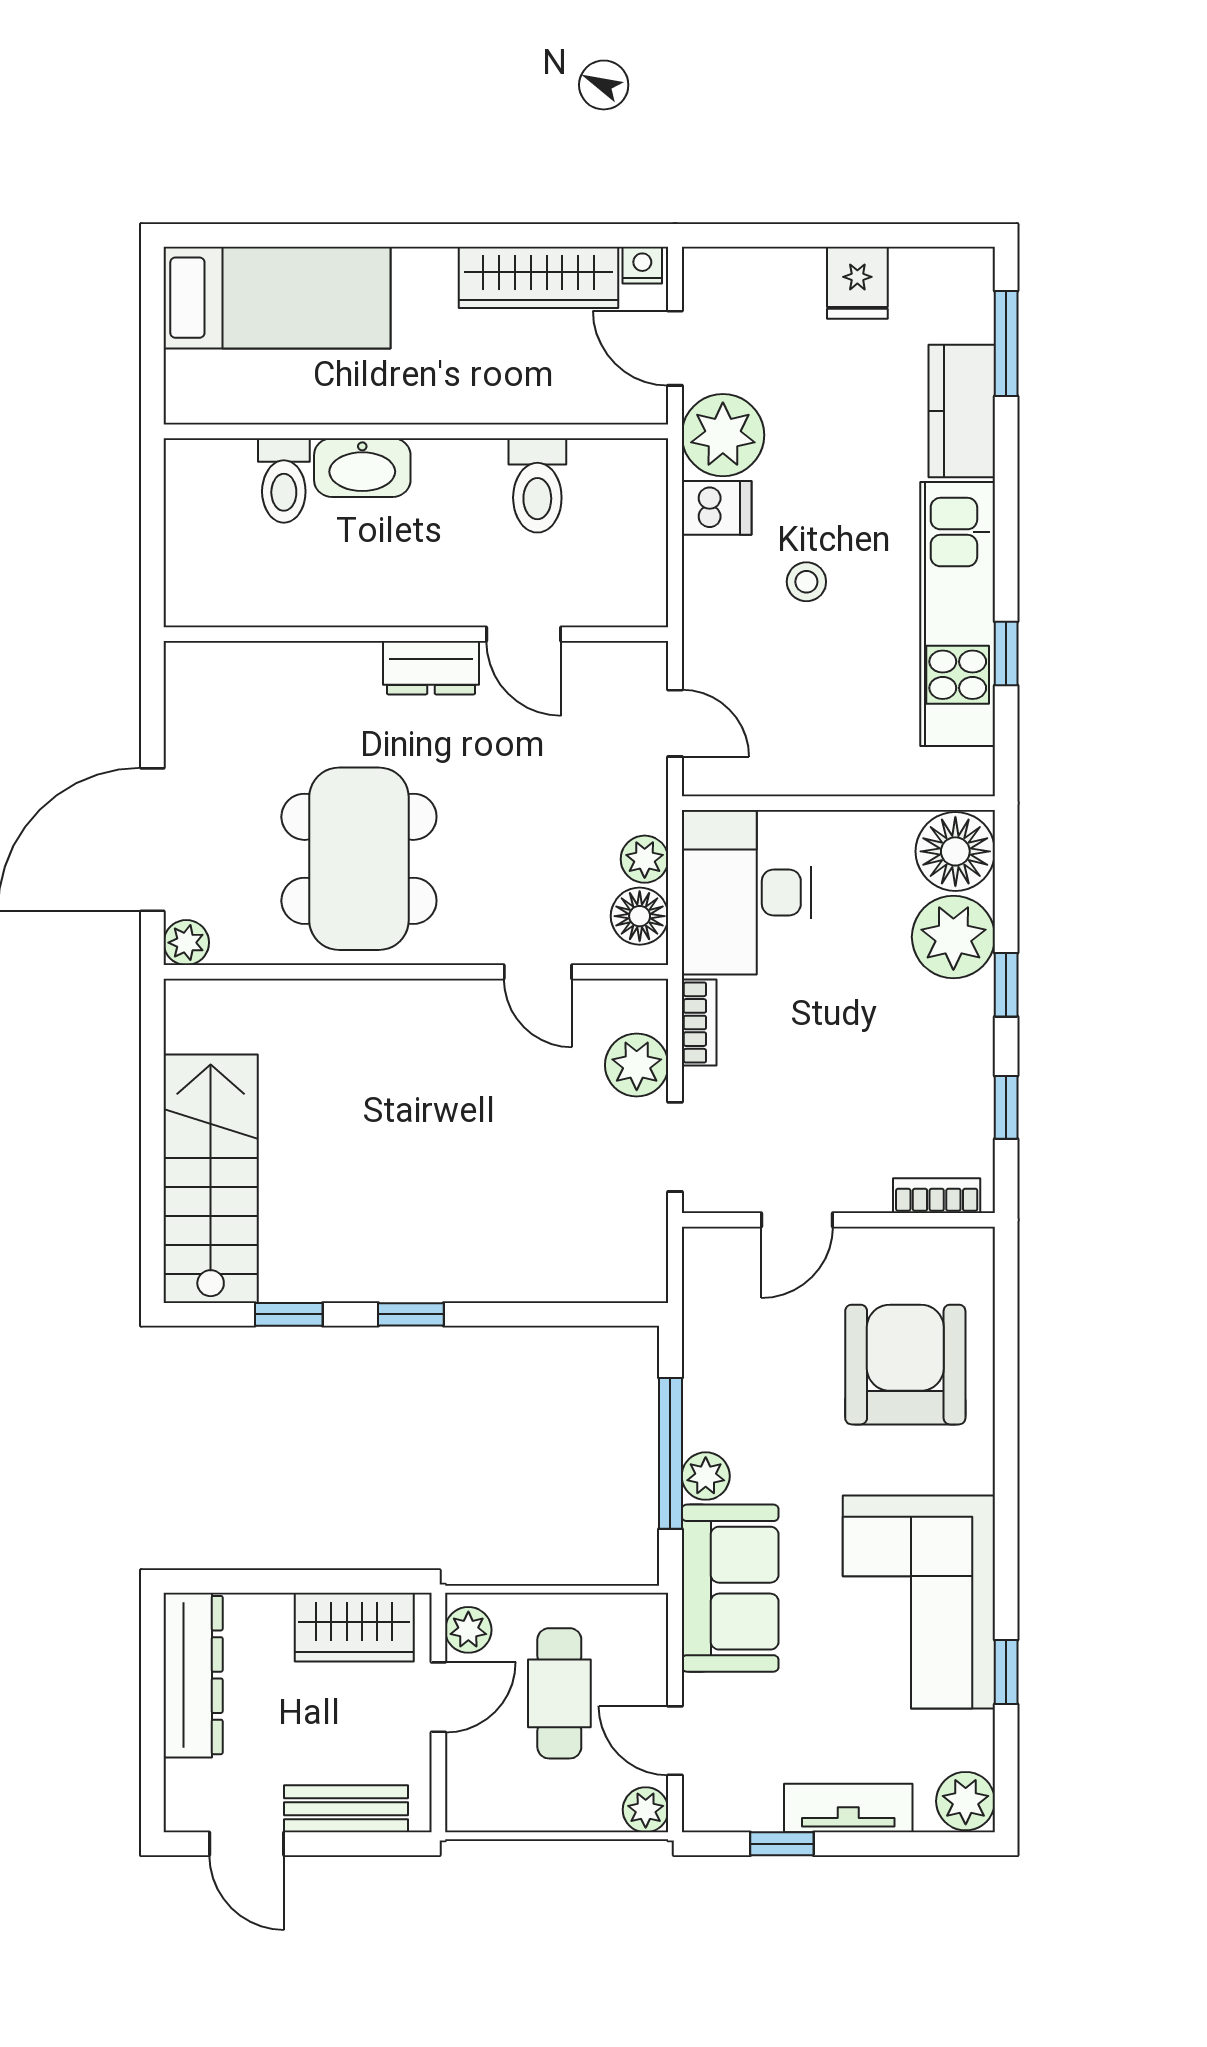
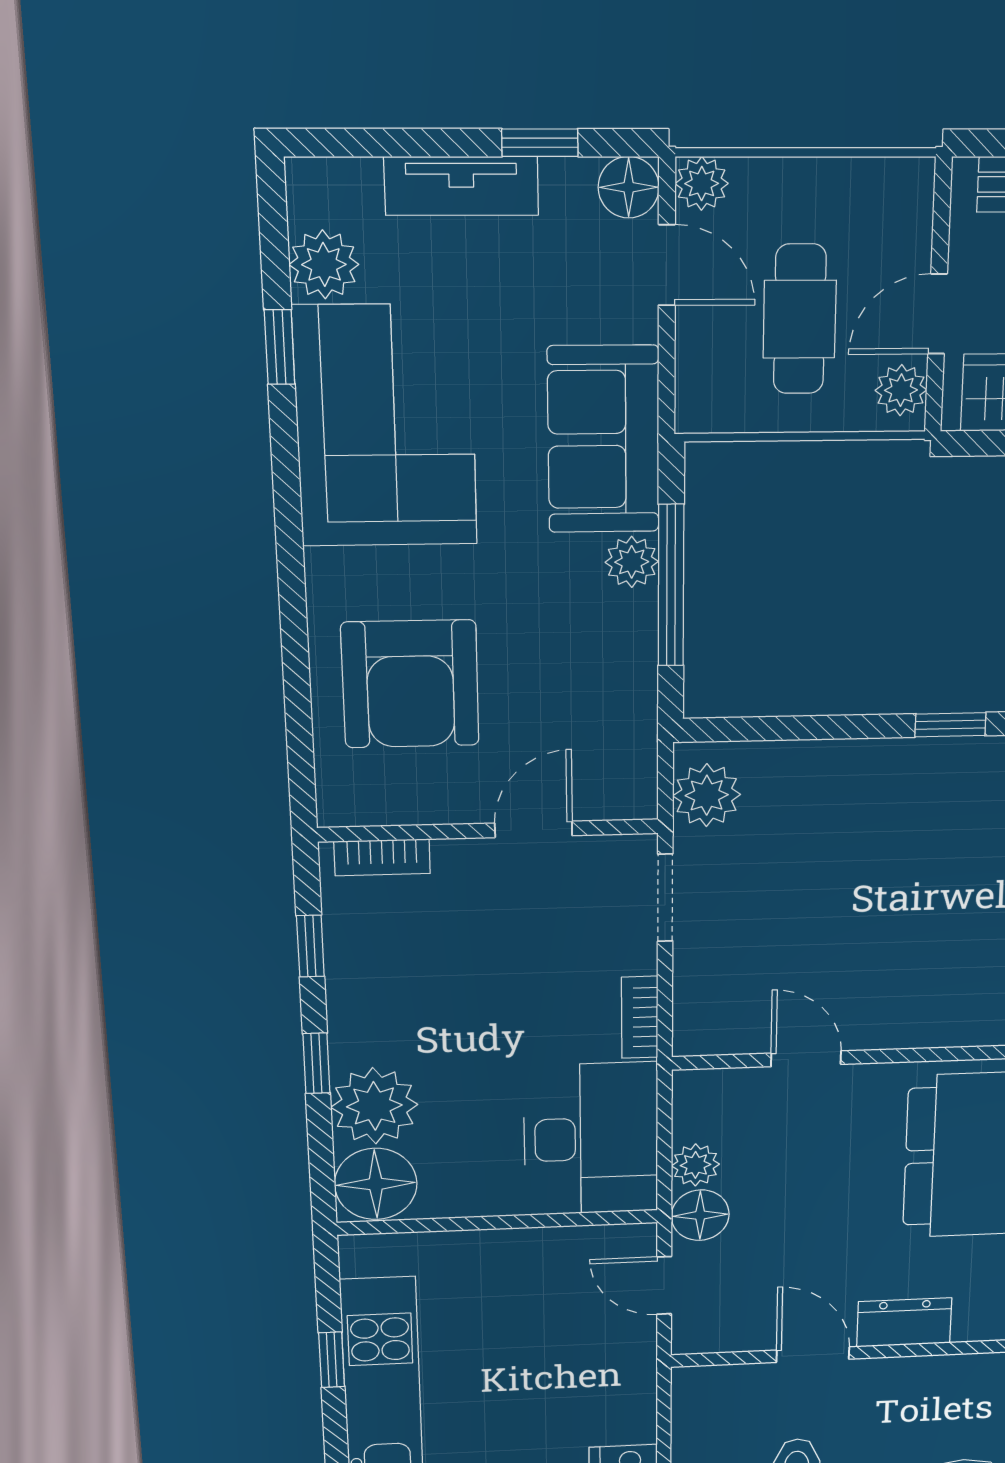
stool: (806, 582) -> (534, 1411), removed
floor lamp: (640, 916) -> (700, 1215), moved
plant: (637, 1065) -> (707, 795), moved
plant: (966, 1801) -> (324, 264), moved
floor lamp: (708, 1807) -> (629, 187), added

